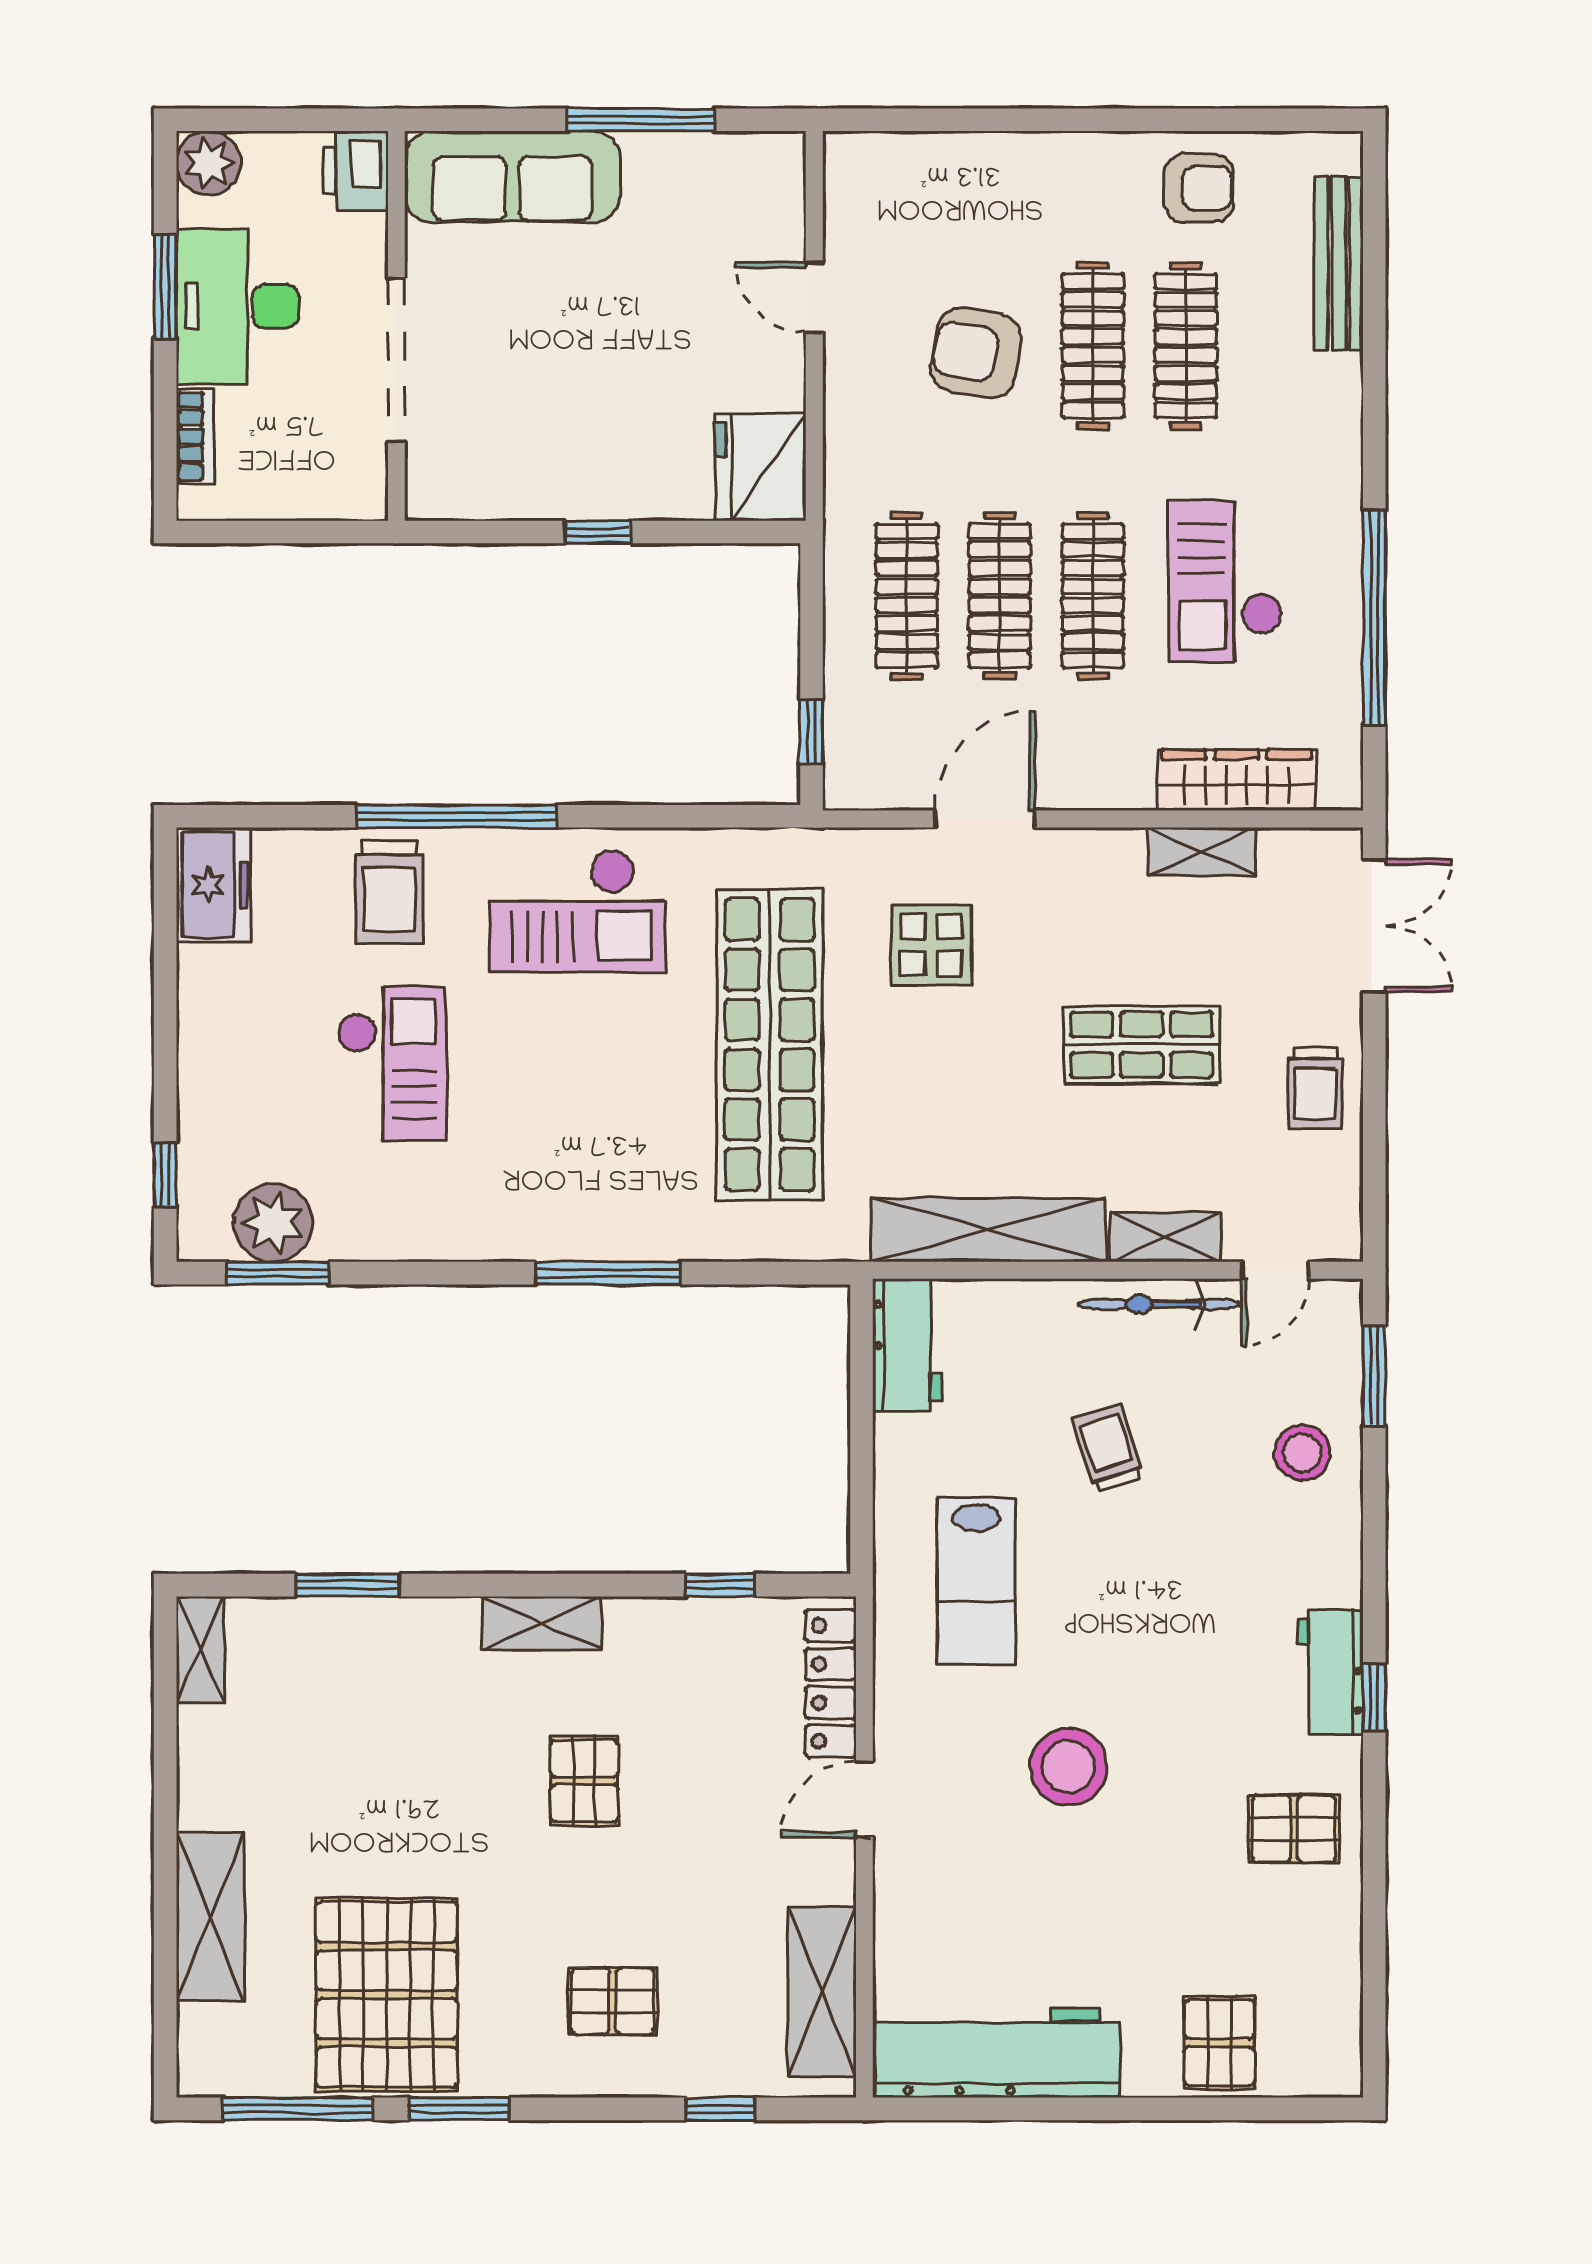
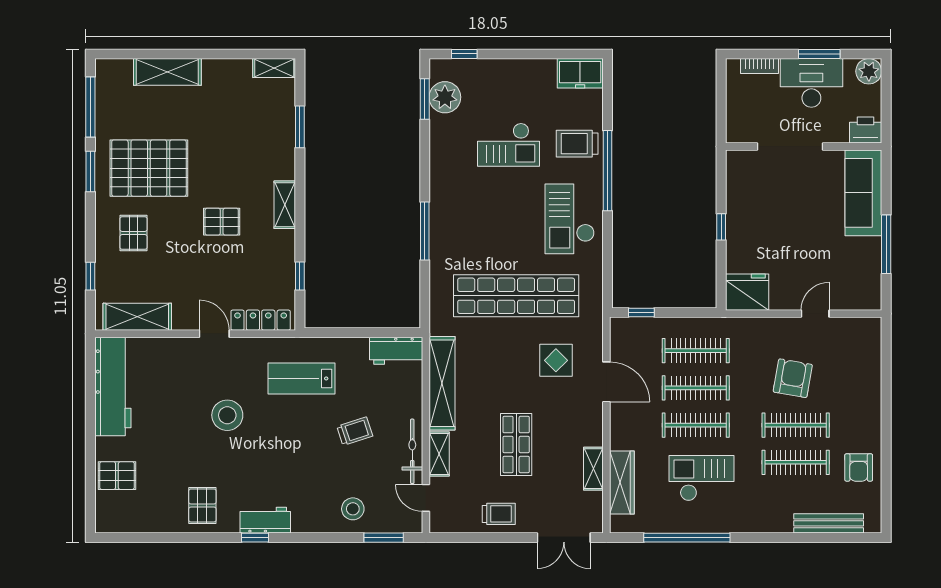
trolley: (1315, 1088) -> (499, 514), turned 180
pallet: (387, 1995) -> (149, 168), moved

